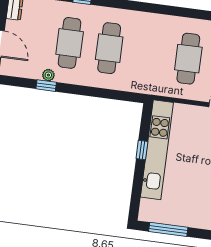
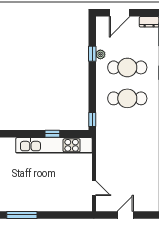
cafe table: (188, 59) -> (127, 160), removed
window: (130, 97) -> (92, 119), added

